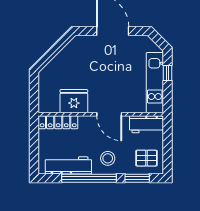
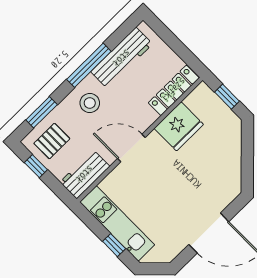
window: (34, 92) -> (227, 97), added
window: (167, 153) -> (36, 166), added
window: (89, 178) -> (89, 65), width x0.68

